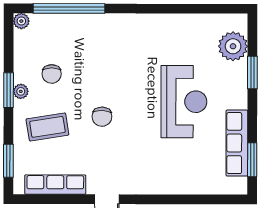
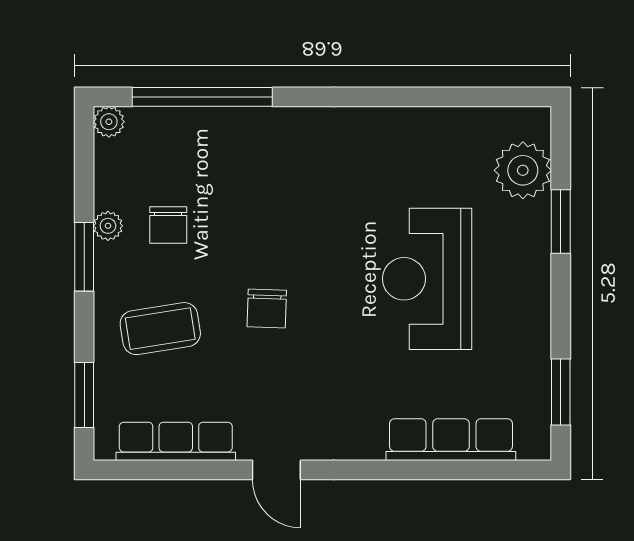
plant: (21, 91) -> (108, 226), moved
reception desk: (184, 102) -> (427, 279), turned 180
row of seats: (237, 143) -> (451, 440), moved, turned 90

